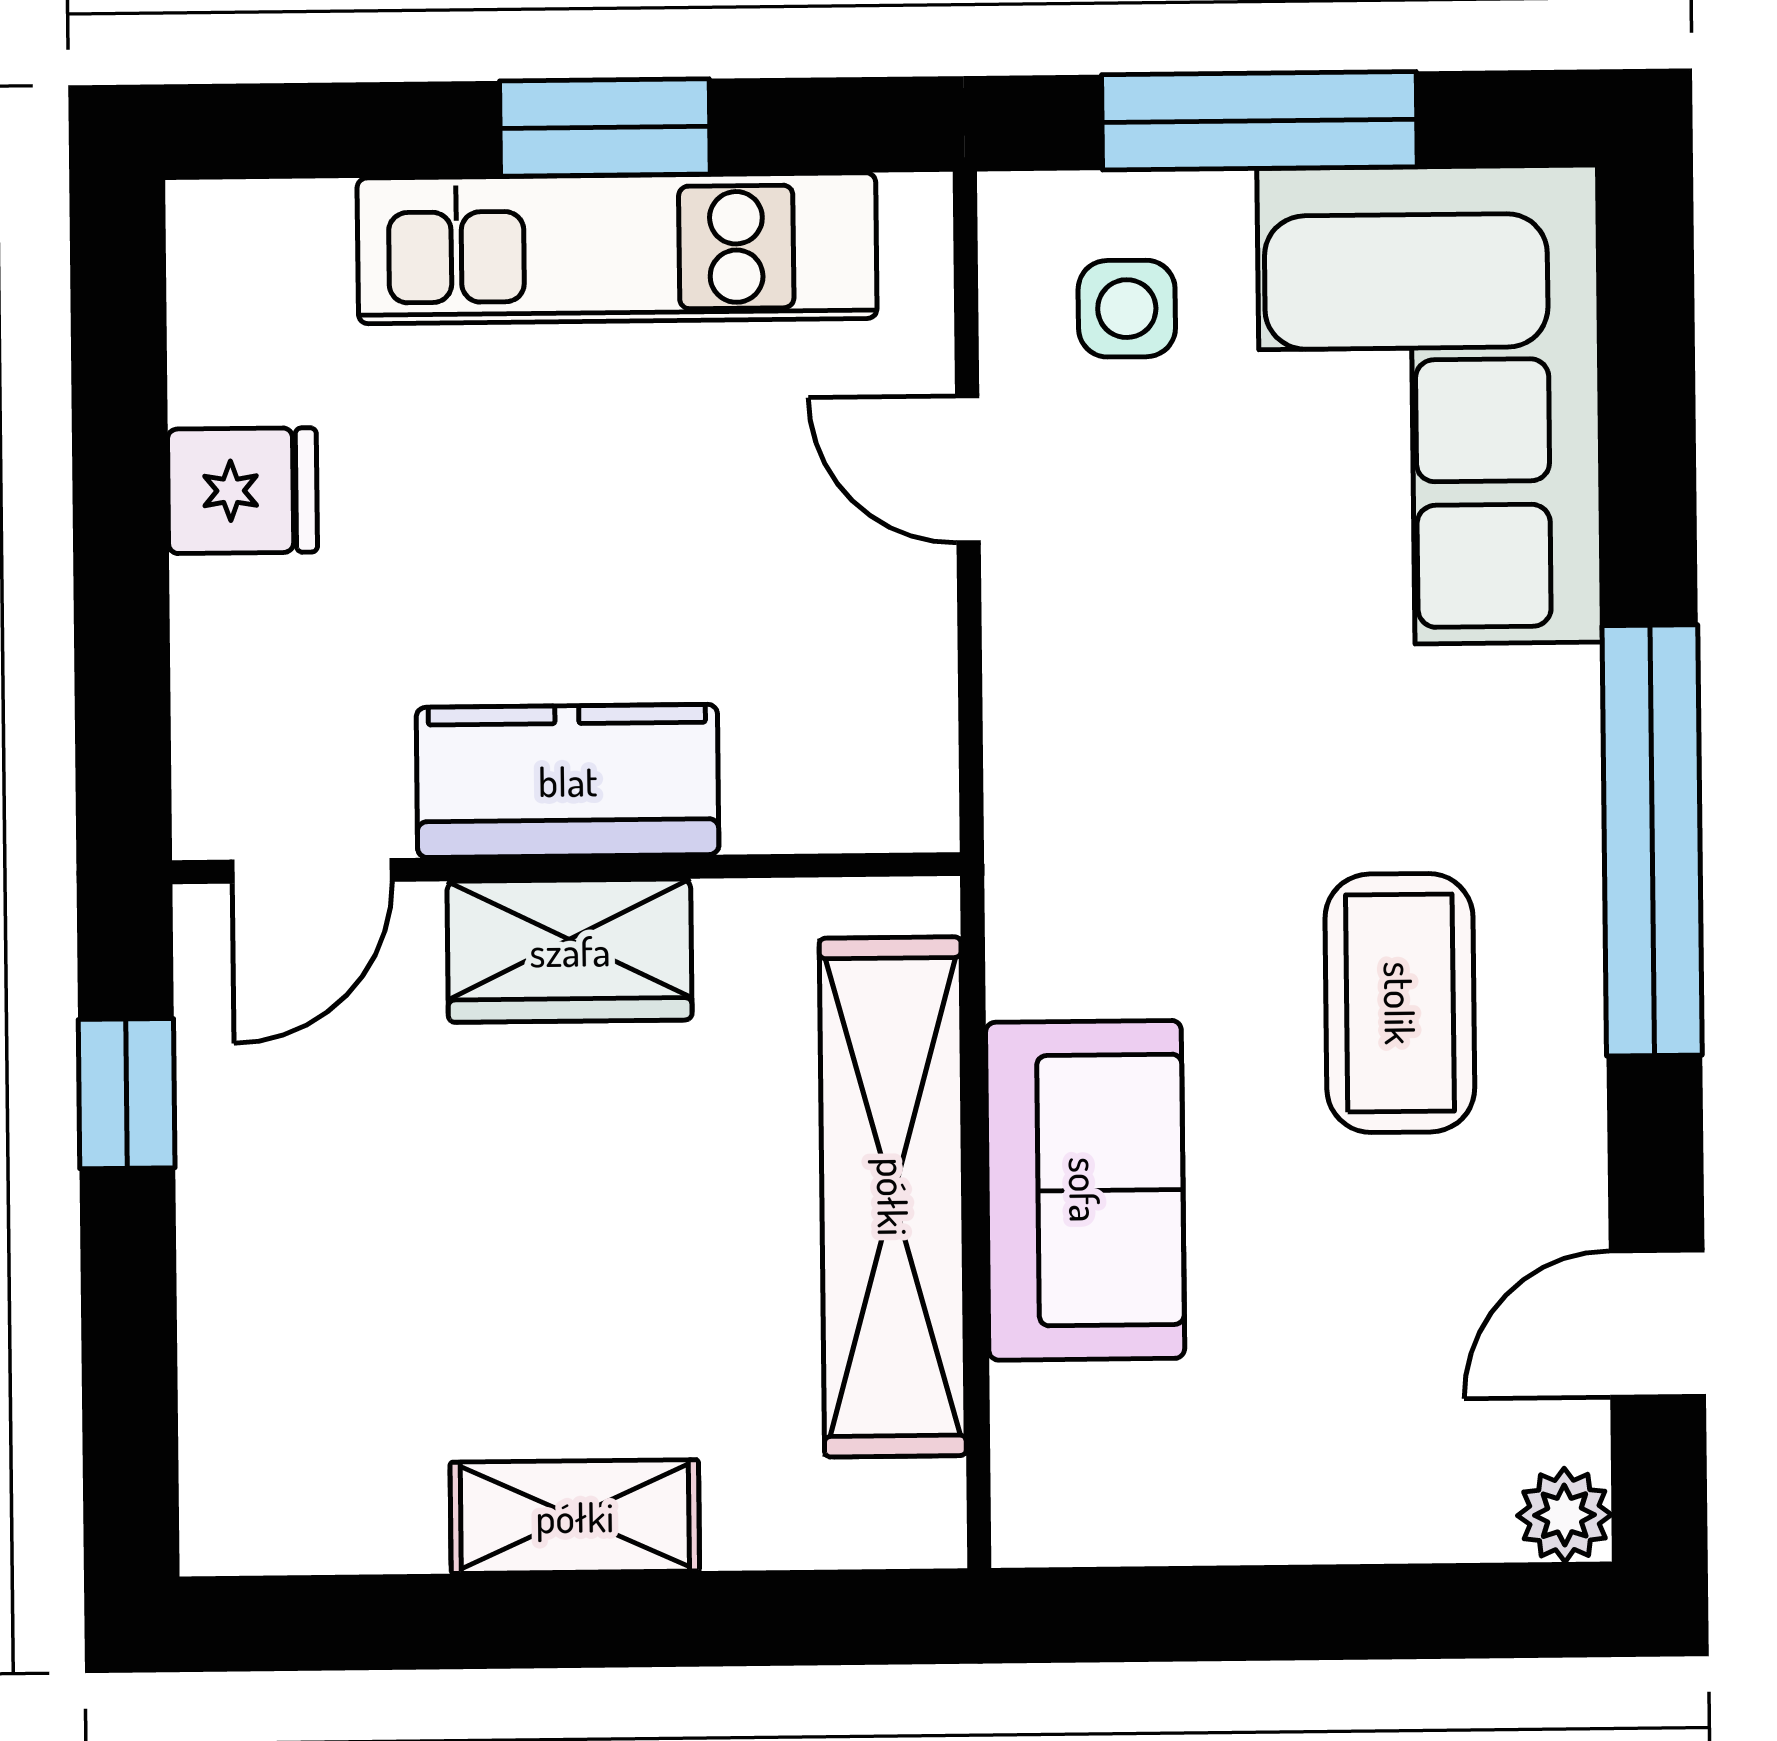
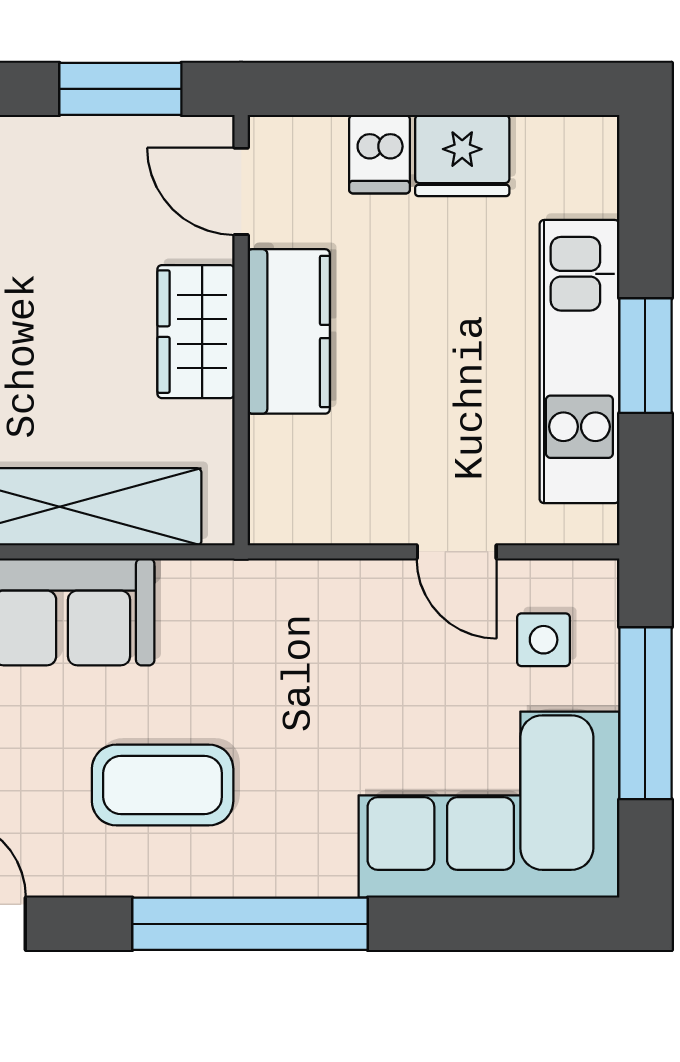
door: (968, 469) -> (457, 552), swing flipped
fridge: (242, 491) -> (462, 156), width x1.38
dishwasher: (241, 618) -> (379, 154), added
window: (127, 1094) -> (120, 89), width x1.50

